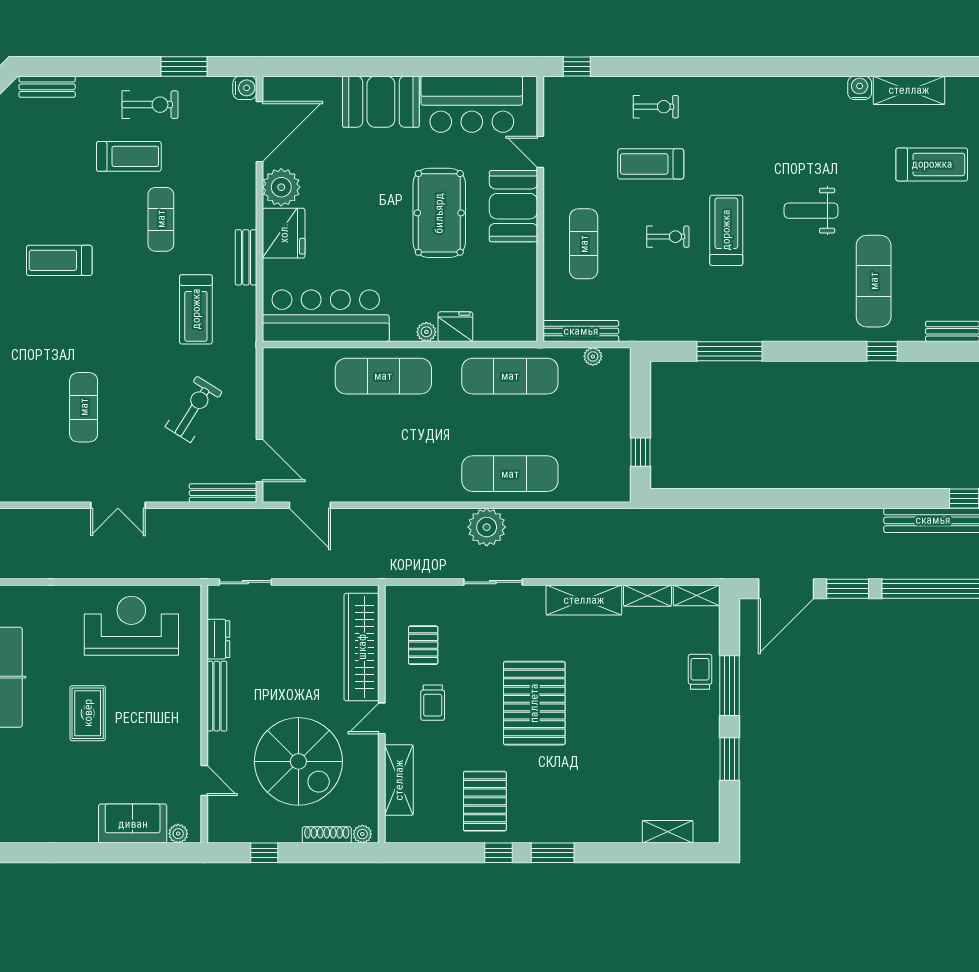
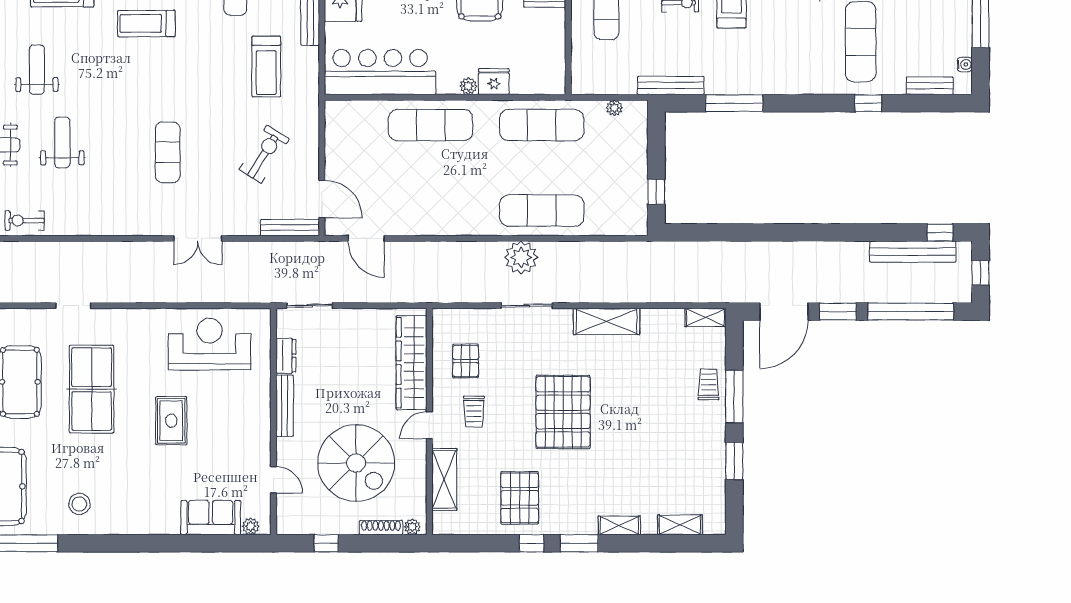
bench: (581, 331) -> (671, 85), moved
shelving: (647, 596) -> (619, 525), moved

